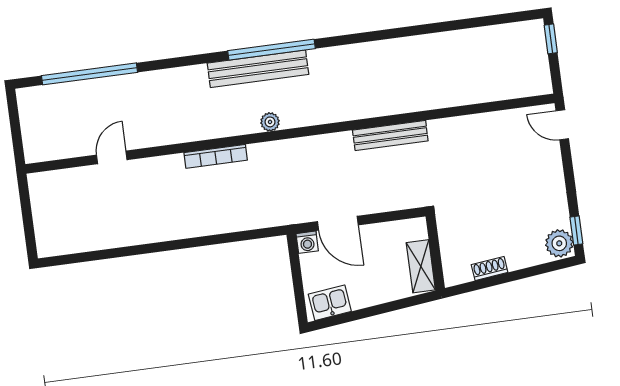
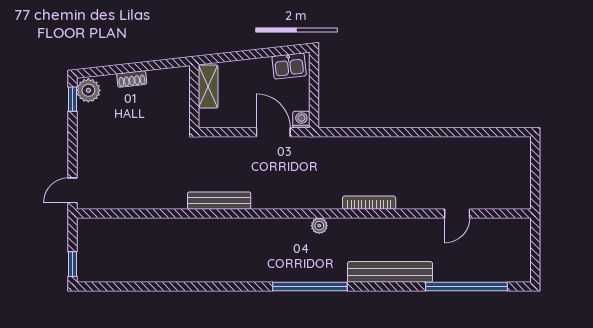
bench: (258, 69) -> (390, 272), moved
door: (562, 125) -> (72, 190), swing flipped
shoe rack: (490, 269) -> (132, 79), moved

